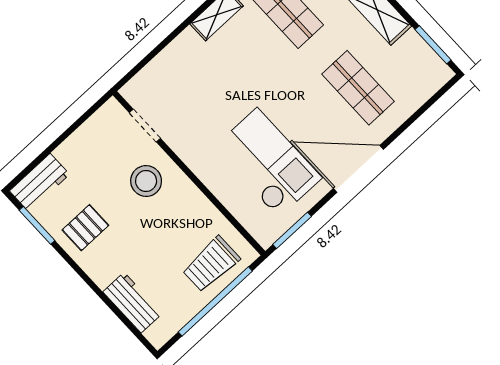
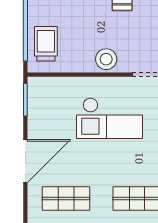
checkout: (268, 163) -> (109, 118), moved
stool: (146, 181) -> (106, 59), moved

